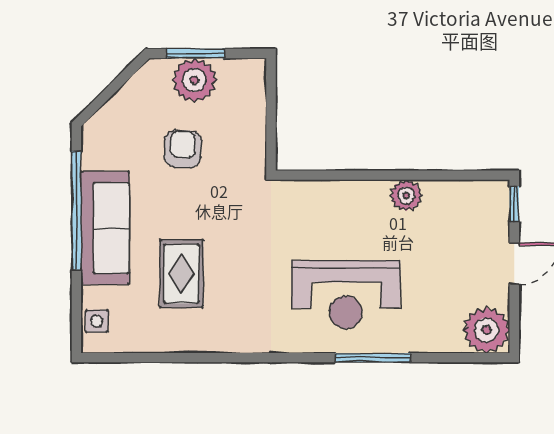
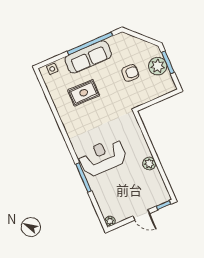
reception desk: (346, 295) -> (103, 157), turned 90
plant: (487, 330) -> (110, 221), width x0.53, depth x0.53

